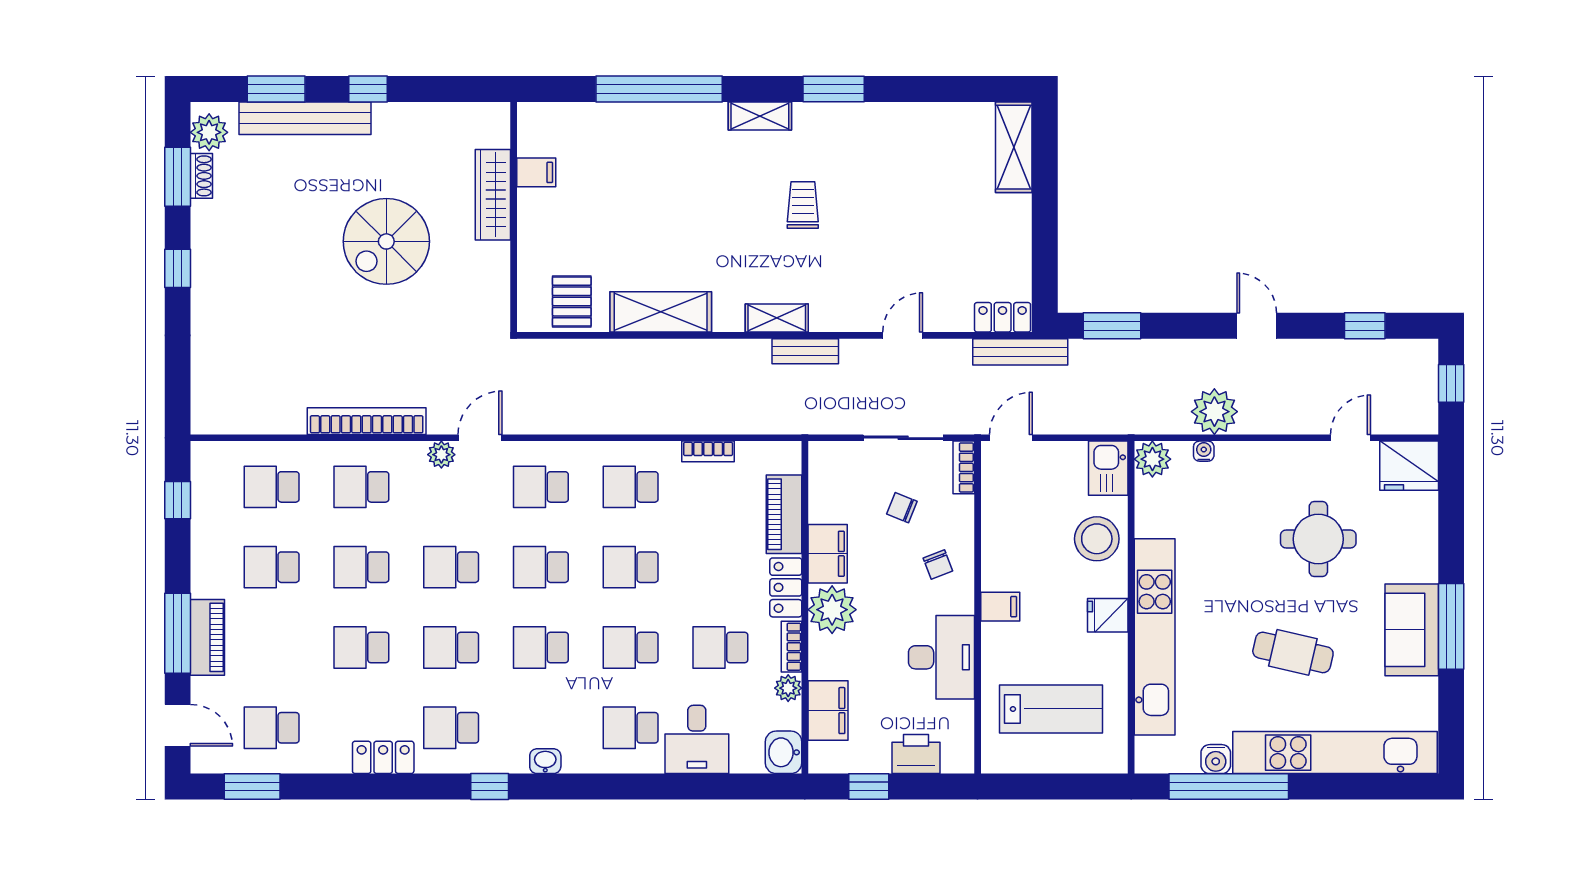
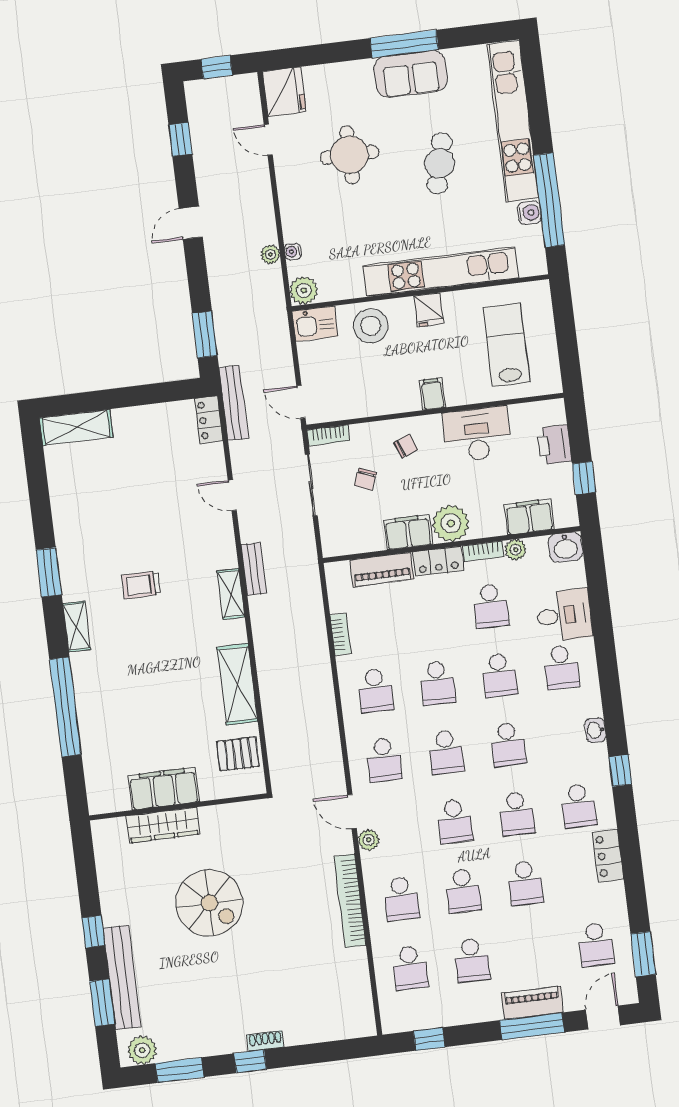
filing cabinet: (536, 172) -> (164, 789), width x3.00, depth x1.17
shoe rack: (201, 176) -> (265, 1041), moved
plant: (1214, 412) -> (270, 254), width x0.53, depth x0.53

